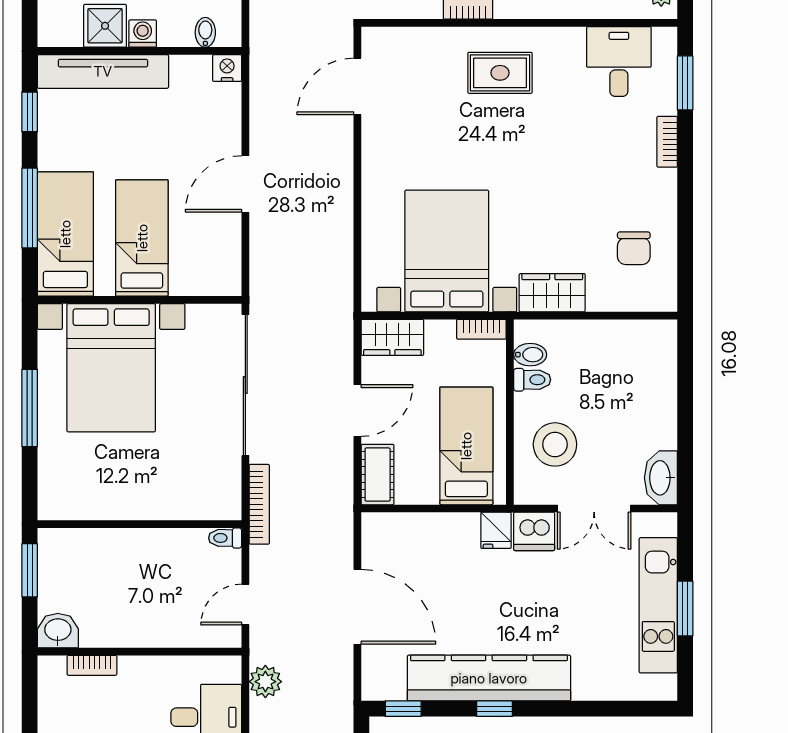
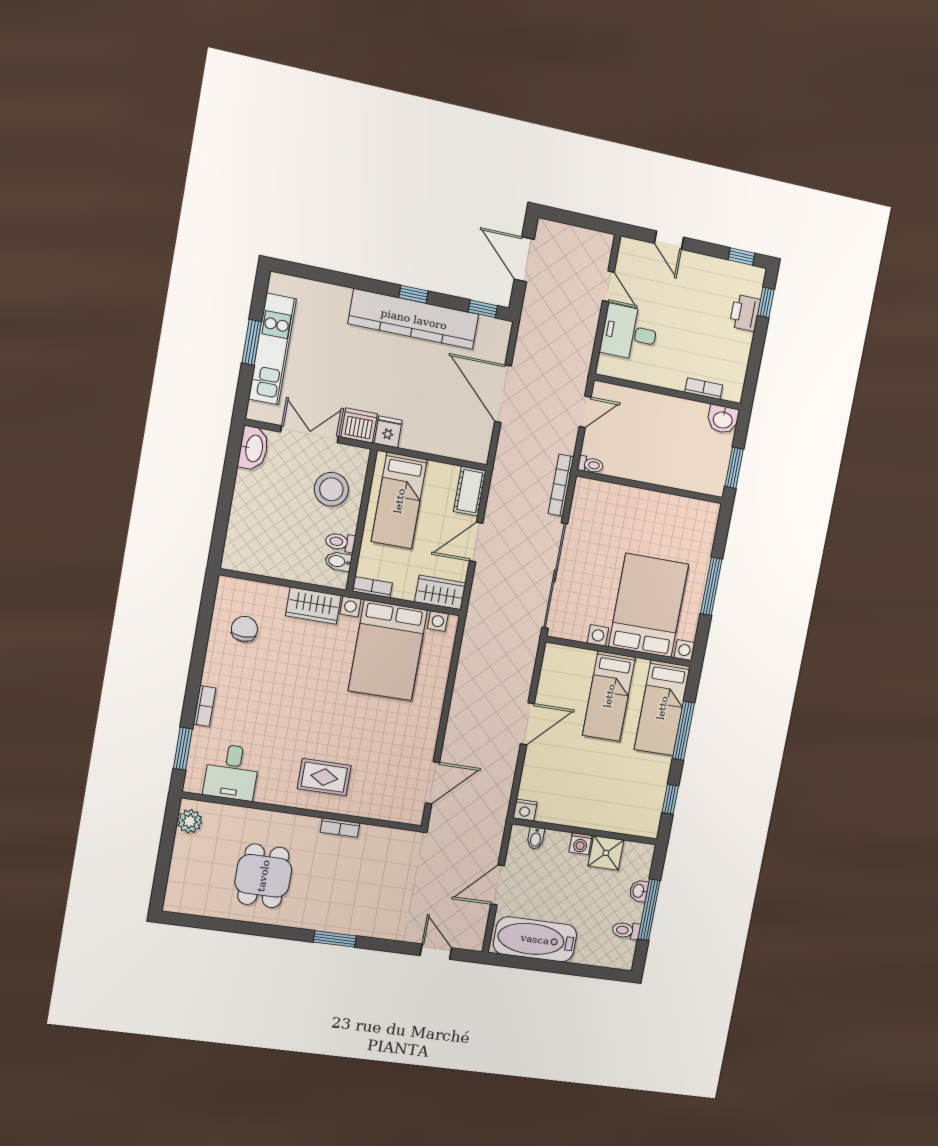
tv unit: (103, 71) -> (614, 821), removed
plant: (265, 682) -> (581, 351), removed

